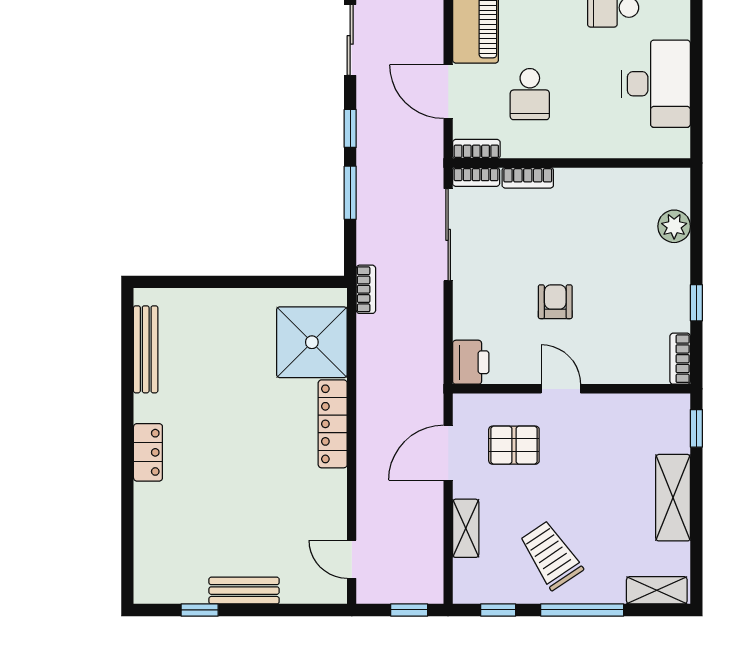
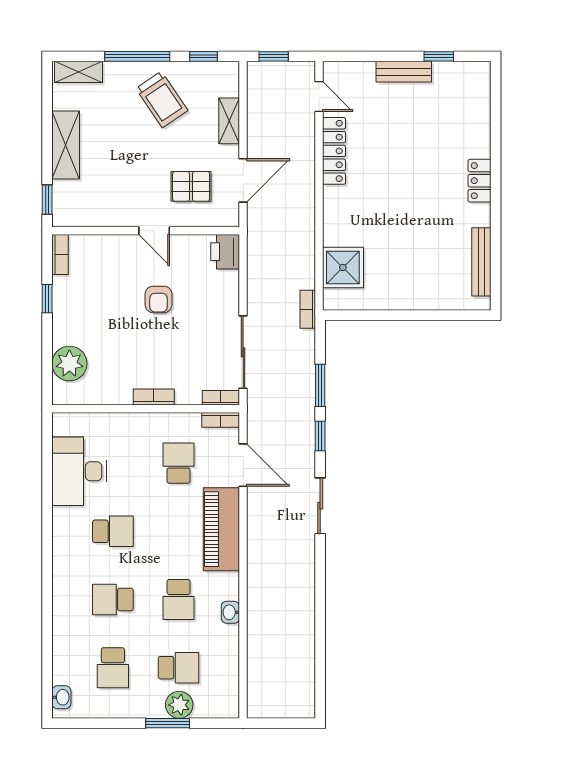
bookcase: (528, 178) -> (154, 397), moved
plant: (674, 226) -> (69, 364), width x1.36, depth x1.36
shower: (312, 342) -> (343, 267), width x0.73, depth x0.73
locker: (333, 424) -> (334, 151), moved

